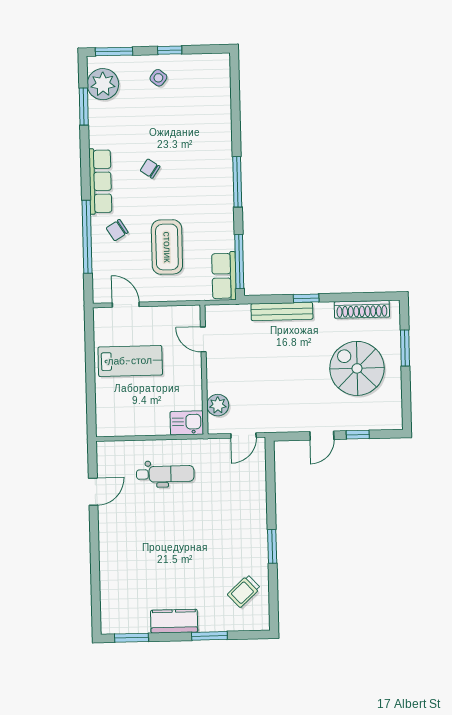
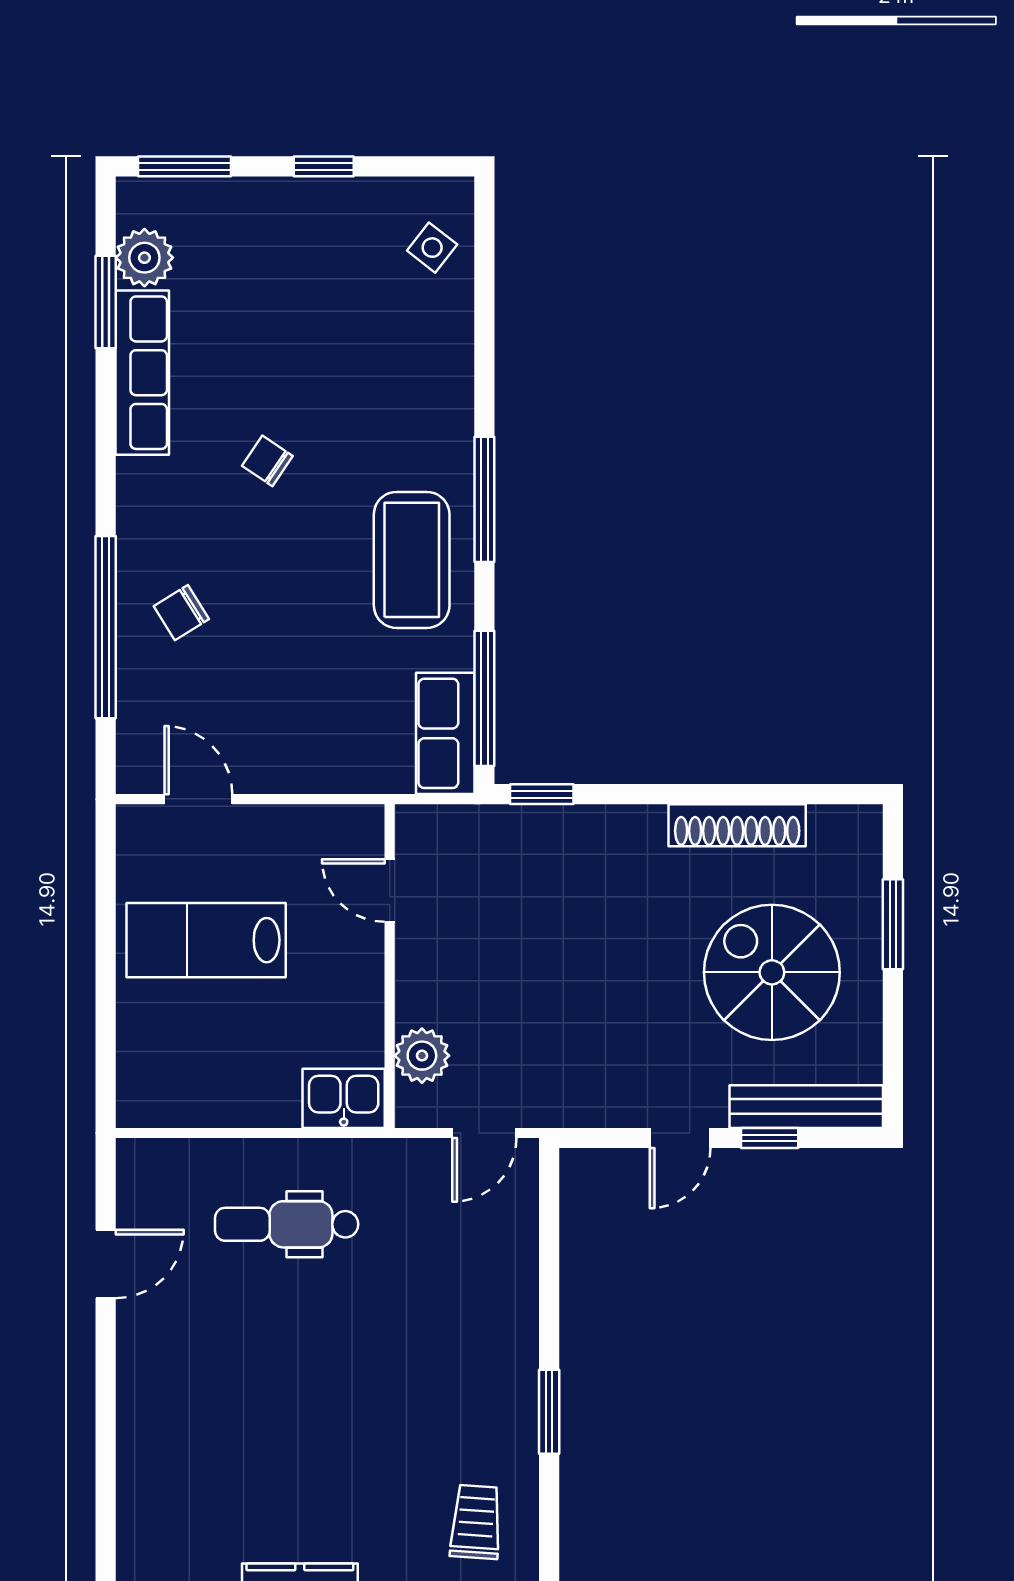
side table: (158, 78) -> (432, 248), moved
plant: (103, 84) -> (144, 258), width x0.73, depth x0.73
row of seats: (100, 181) -> (142, 373), moved
coffee table: (167, 247) -> (412, 560), moved
window: (306, 298) -> (542, 794), moved
shoe rack: (362, 309) -> (737, 825), moved
bench: (282, 311) -> (806, 1107), moved
lab bench: (130, 361) -> (206, 940), turned 180
dental chair: (165, 474) -> (287, 1224), turned 180
trolley: (244, 591) -> (476, 1522), turned 137

